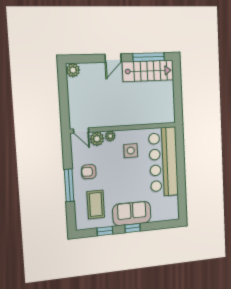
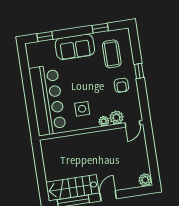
door: (81, 131) -> (133, 124), swing flipped
armchair: (89, 172) -> (121, 85), turned 90
window: (69, 185) -> (139, 71), width x0.46
window: (133, 228) -> (45, 36), moved

